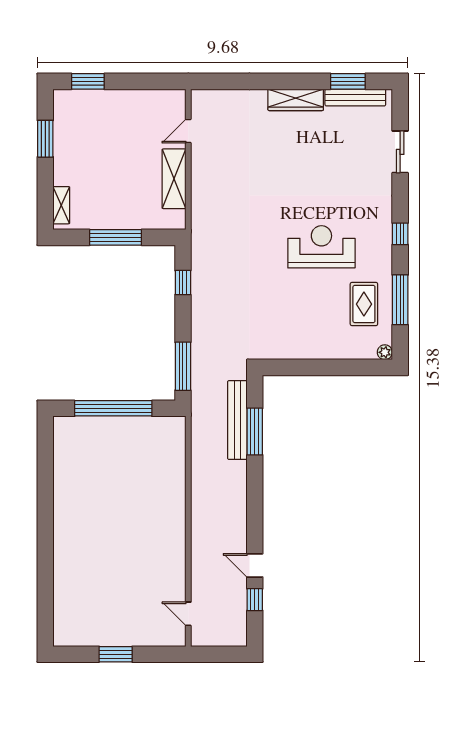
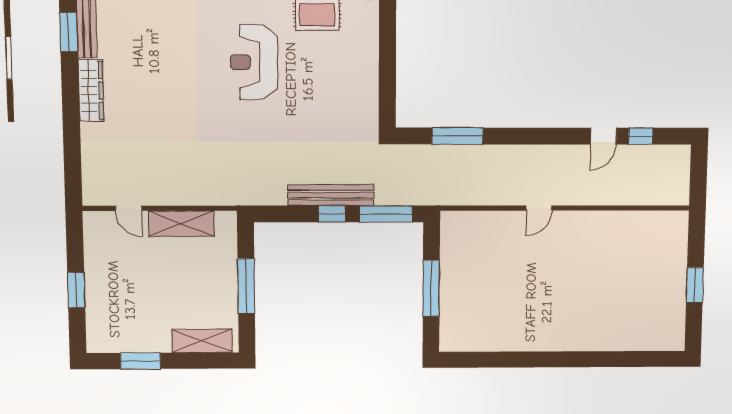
window: (88, 81) -> (76, 290), moved
shelving: (61, 205) -> (202, 341), width x1.50, depth x1.33
window: (183, 283) -> (332, 214), moved
window: (113, 408) -> (431, 288), width x0.68
bench: (237, 420) -> (331, 195), moved
door: (188, 614) -> (539, 208), moved

